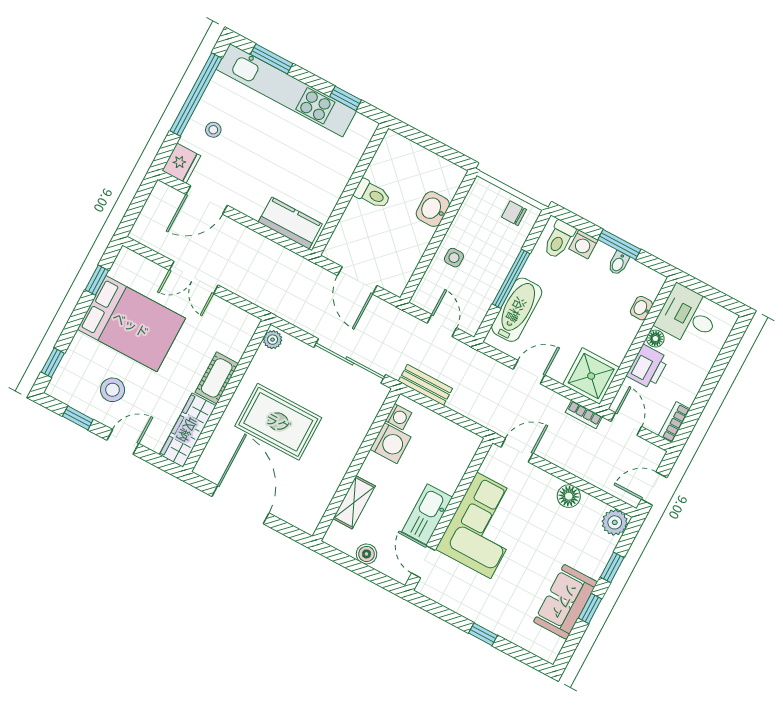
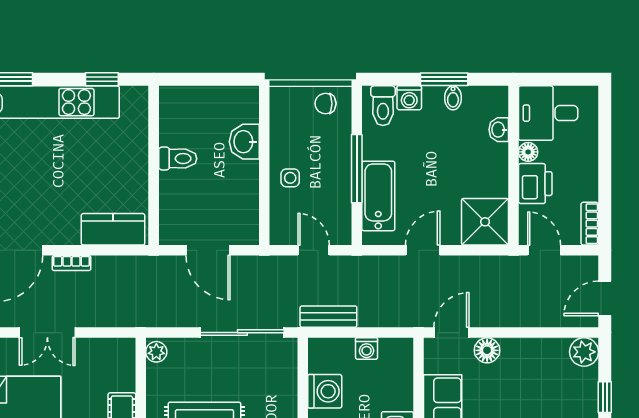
bookcase: (584, 415) -> (72, 263), moved
washing machine: (398, 417) -> (367, 349), moved, turned 90
floor lamp: (569, 496) -> (487, 350), moved

